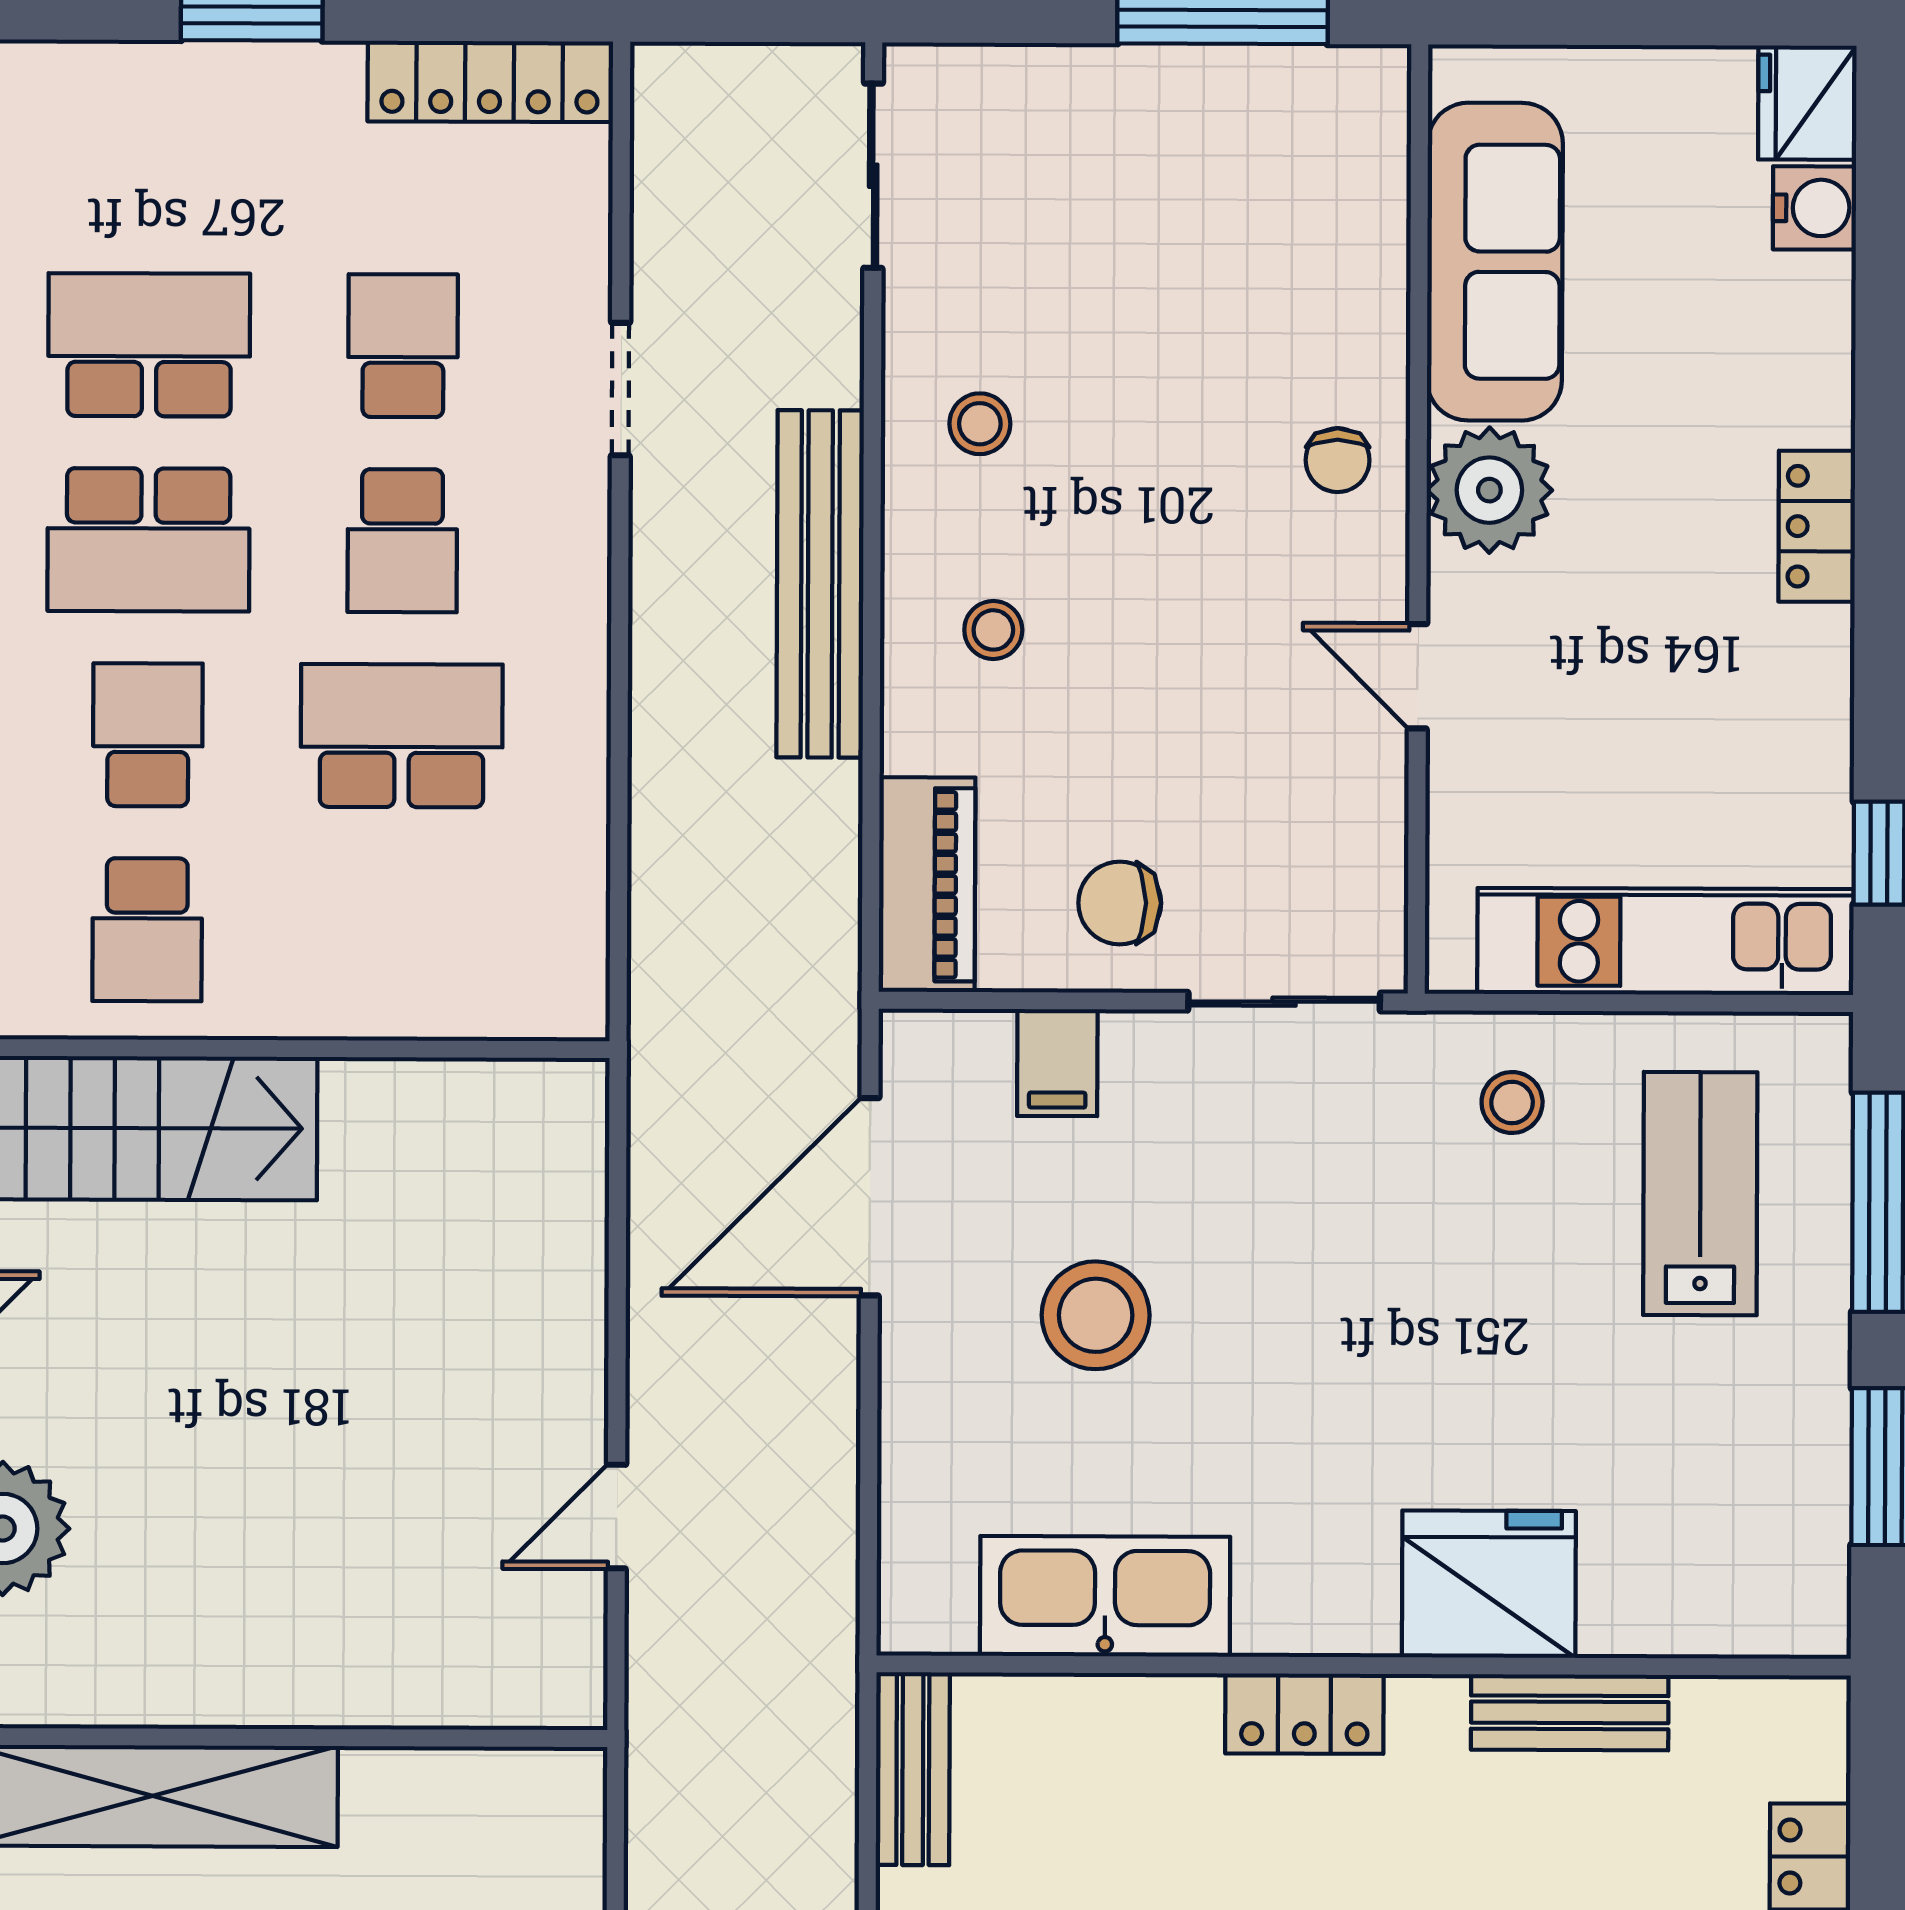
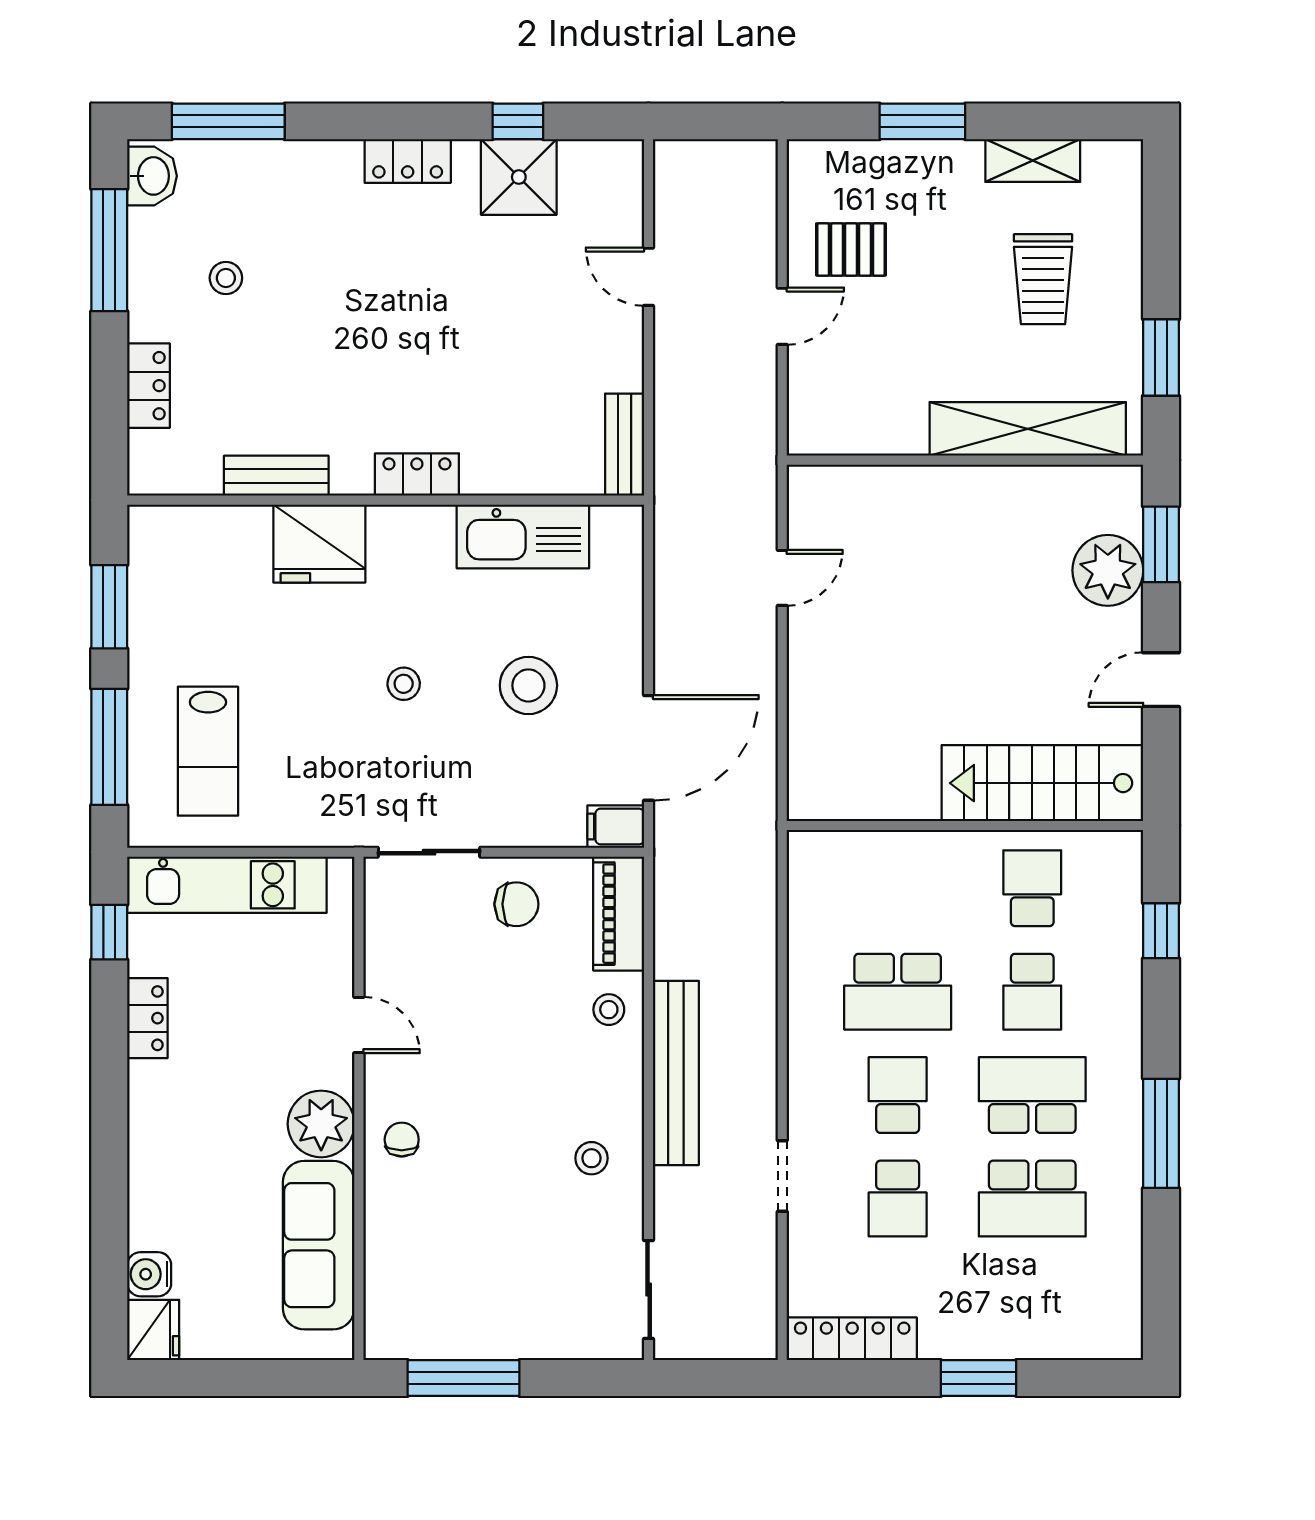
locker: (1817, 526) -> (147, 1018), moved
stool: (993, 630) -> (609, 1010), moved
filing cabinet: (1057, 1063) -> (616, 827), moved, turned -90
stool: (1512, 1102) -> (404, 684), moved

